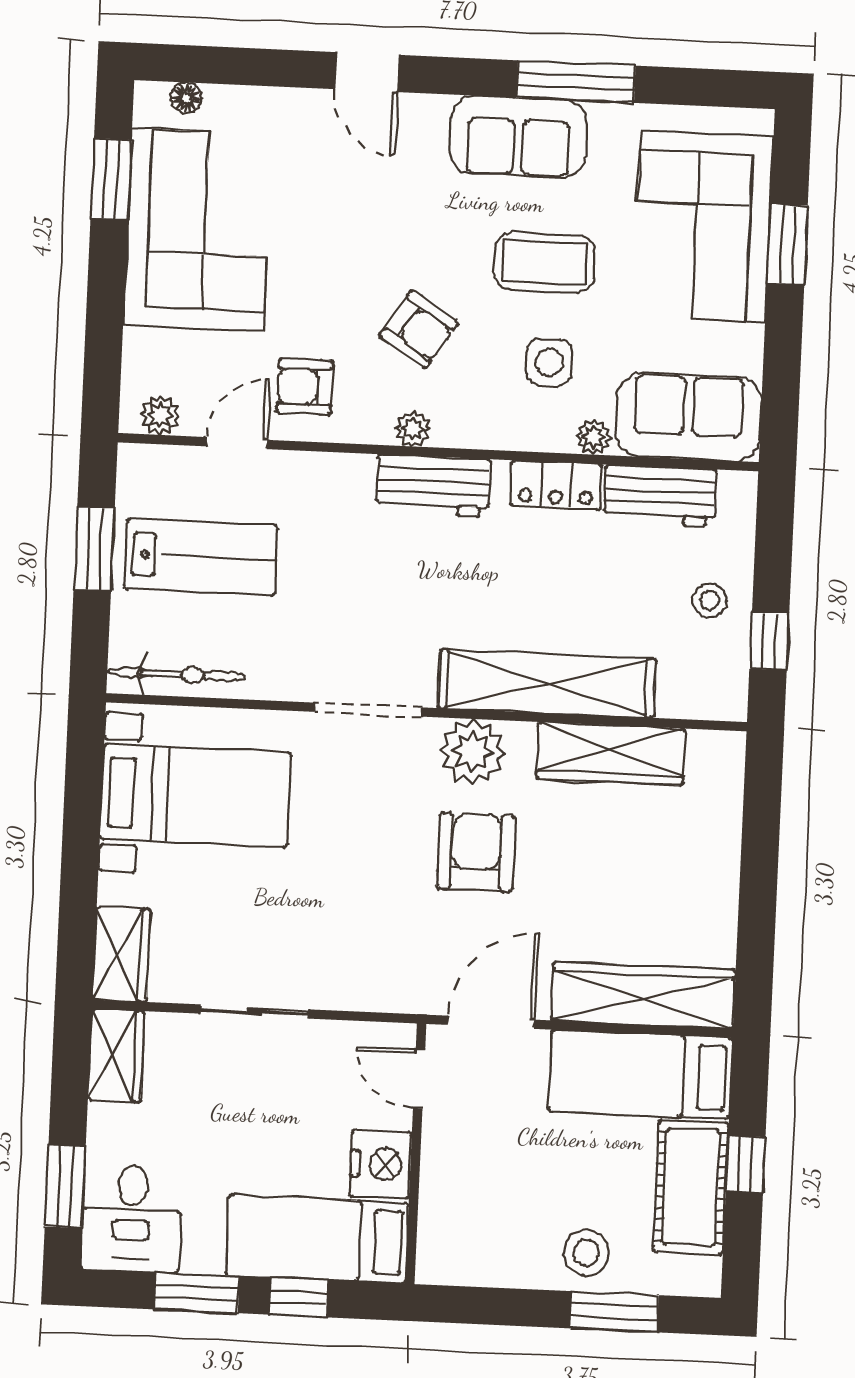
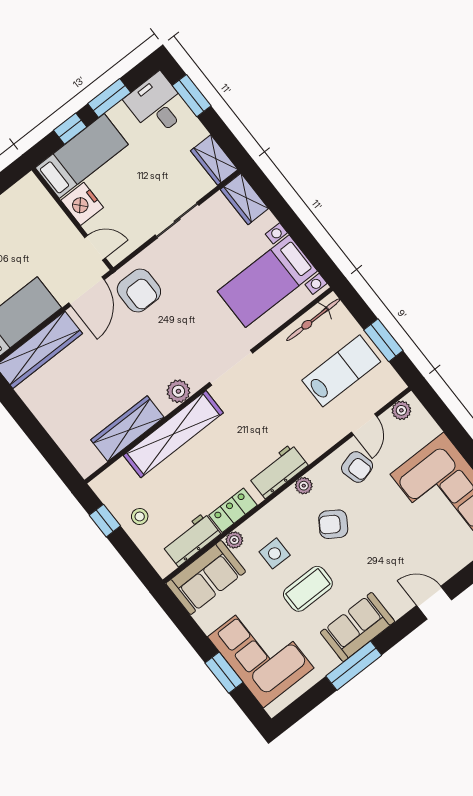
armchair: (305, 386) -> (357, 467), turned 75
lab bench: (201, 557) -> (341, 371), turned 180
plant: (472, 752) -> (178, 391), width x0.73, depth x0.73
armchair: (476, 852) -> (139, 291), moved

